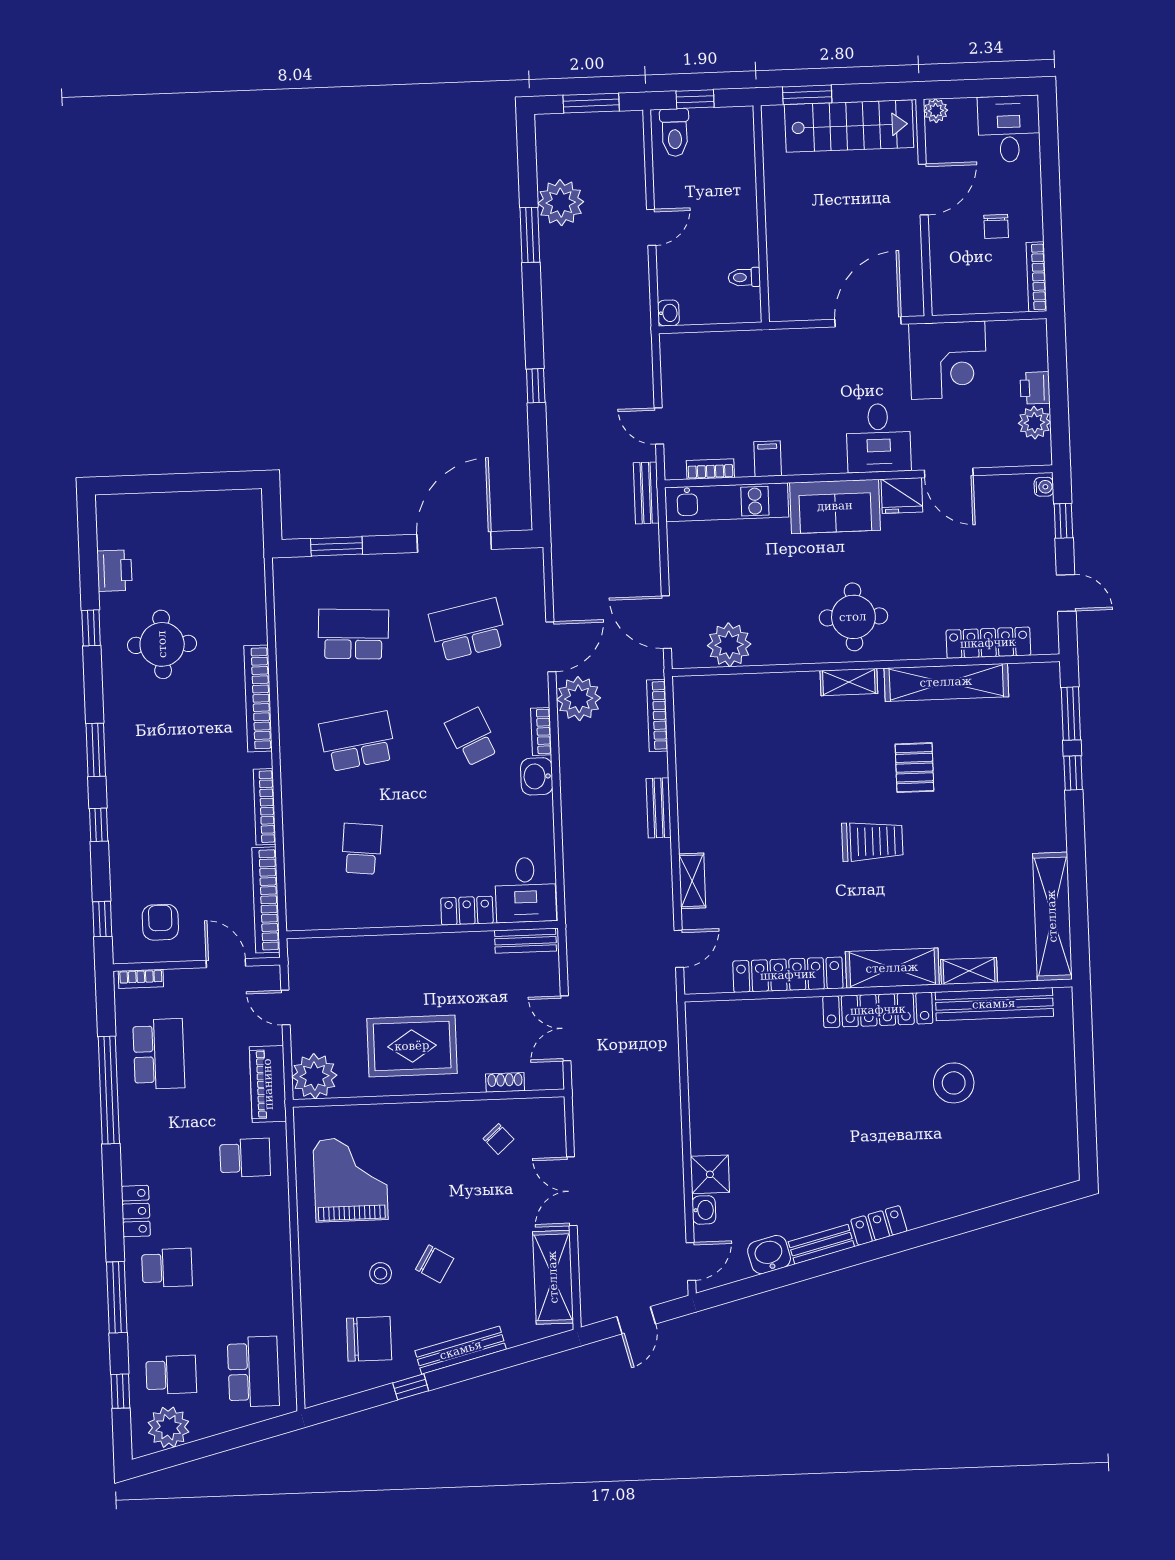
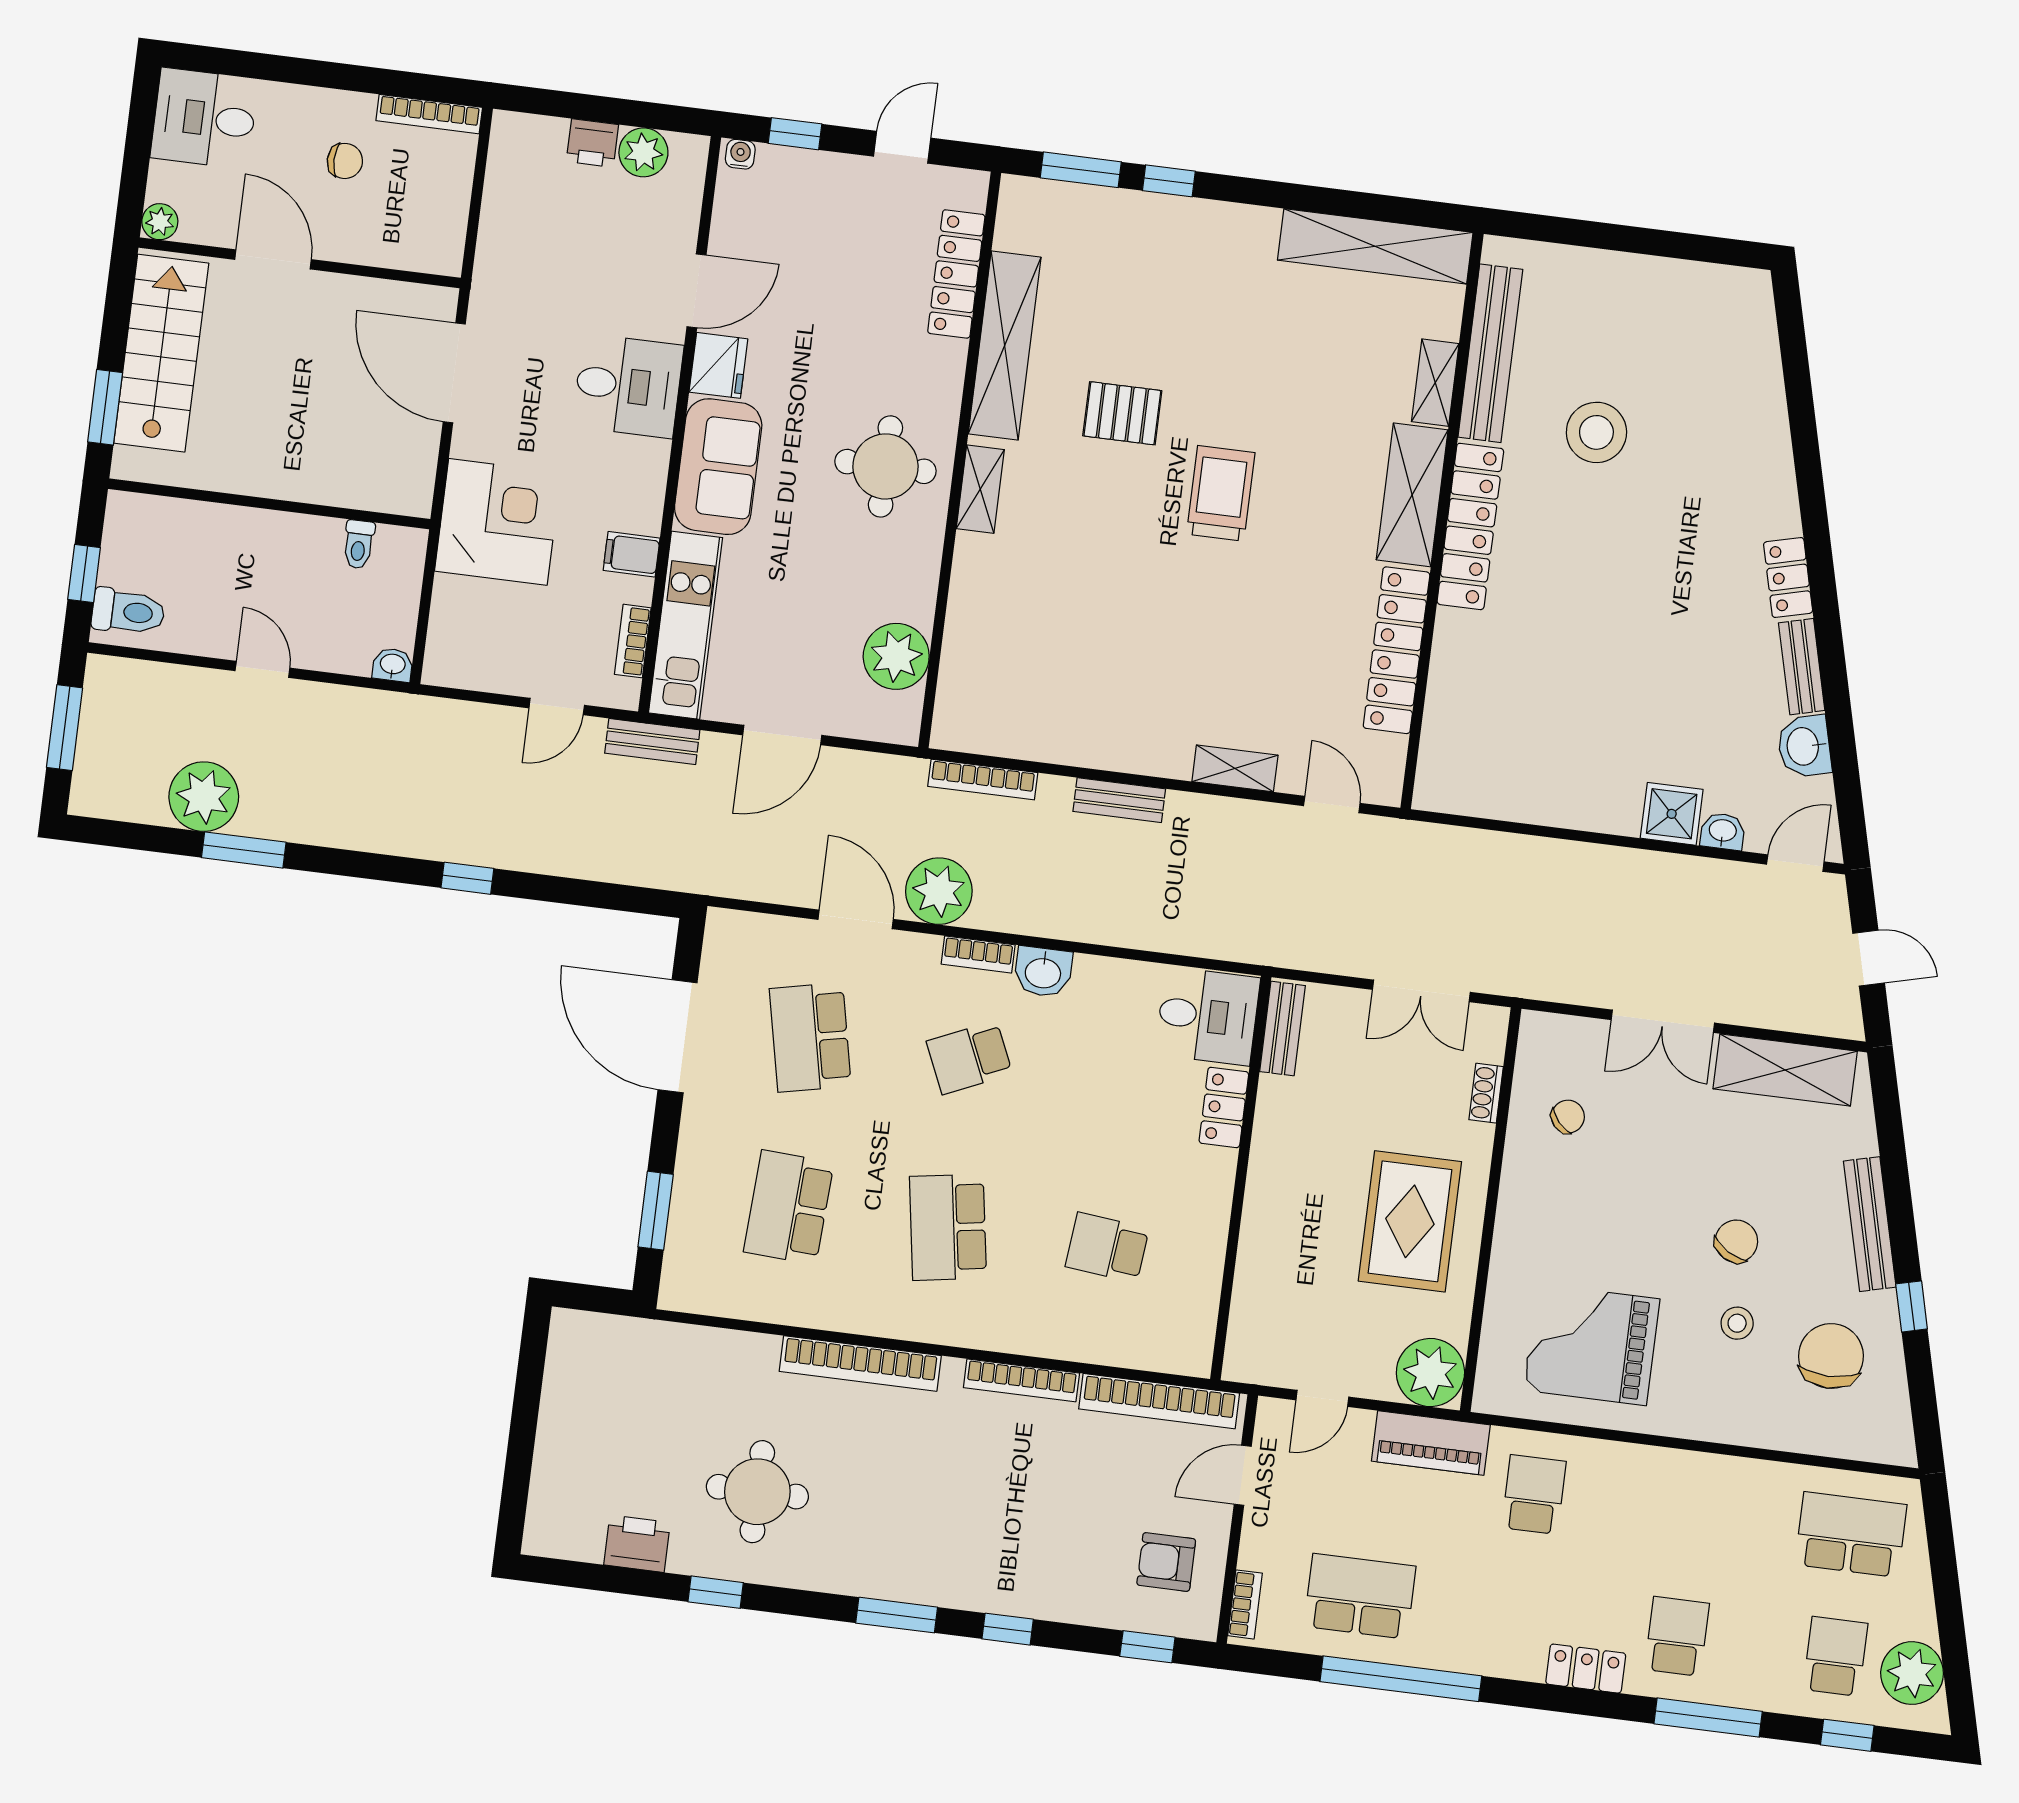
corner desk: (948, 360) -> (498, 522), moved
door: (666, 622) -> (782, 735), moved
door: (691, 1261) -> (1795, 863), hinge flipped

